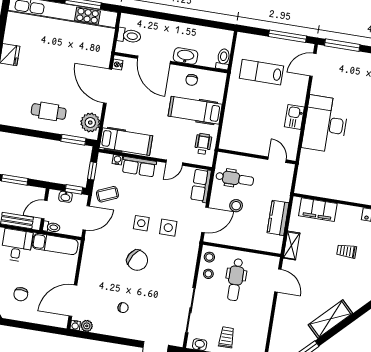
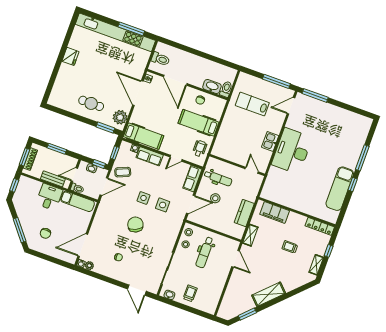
washbasin: (185, 56) -> (212, 86), moved
chair: (137, 260) -> (135, 225), turned -147

